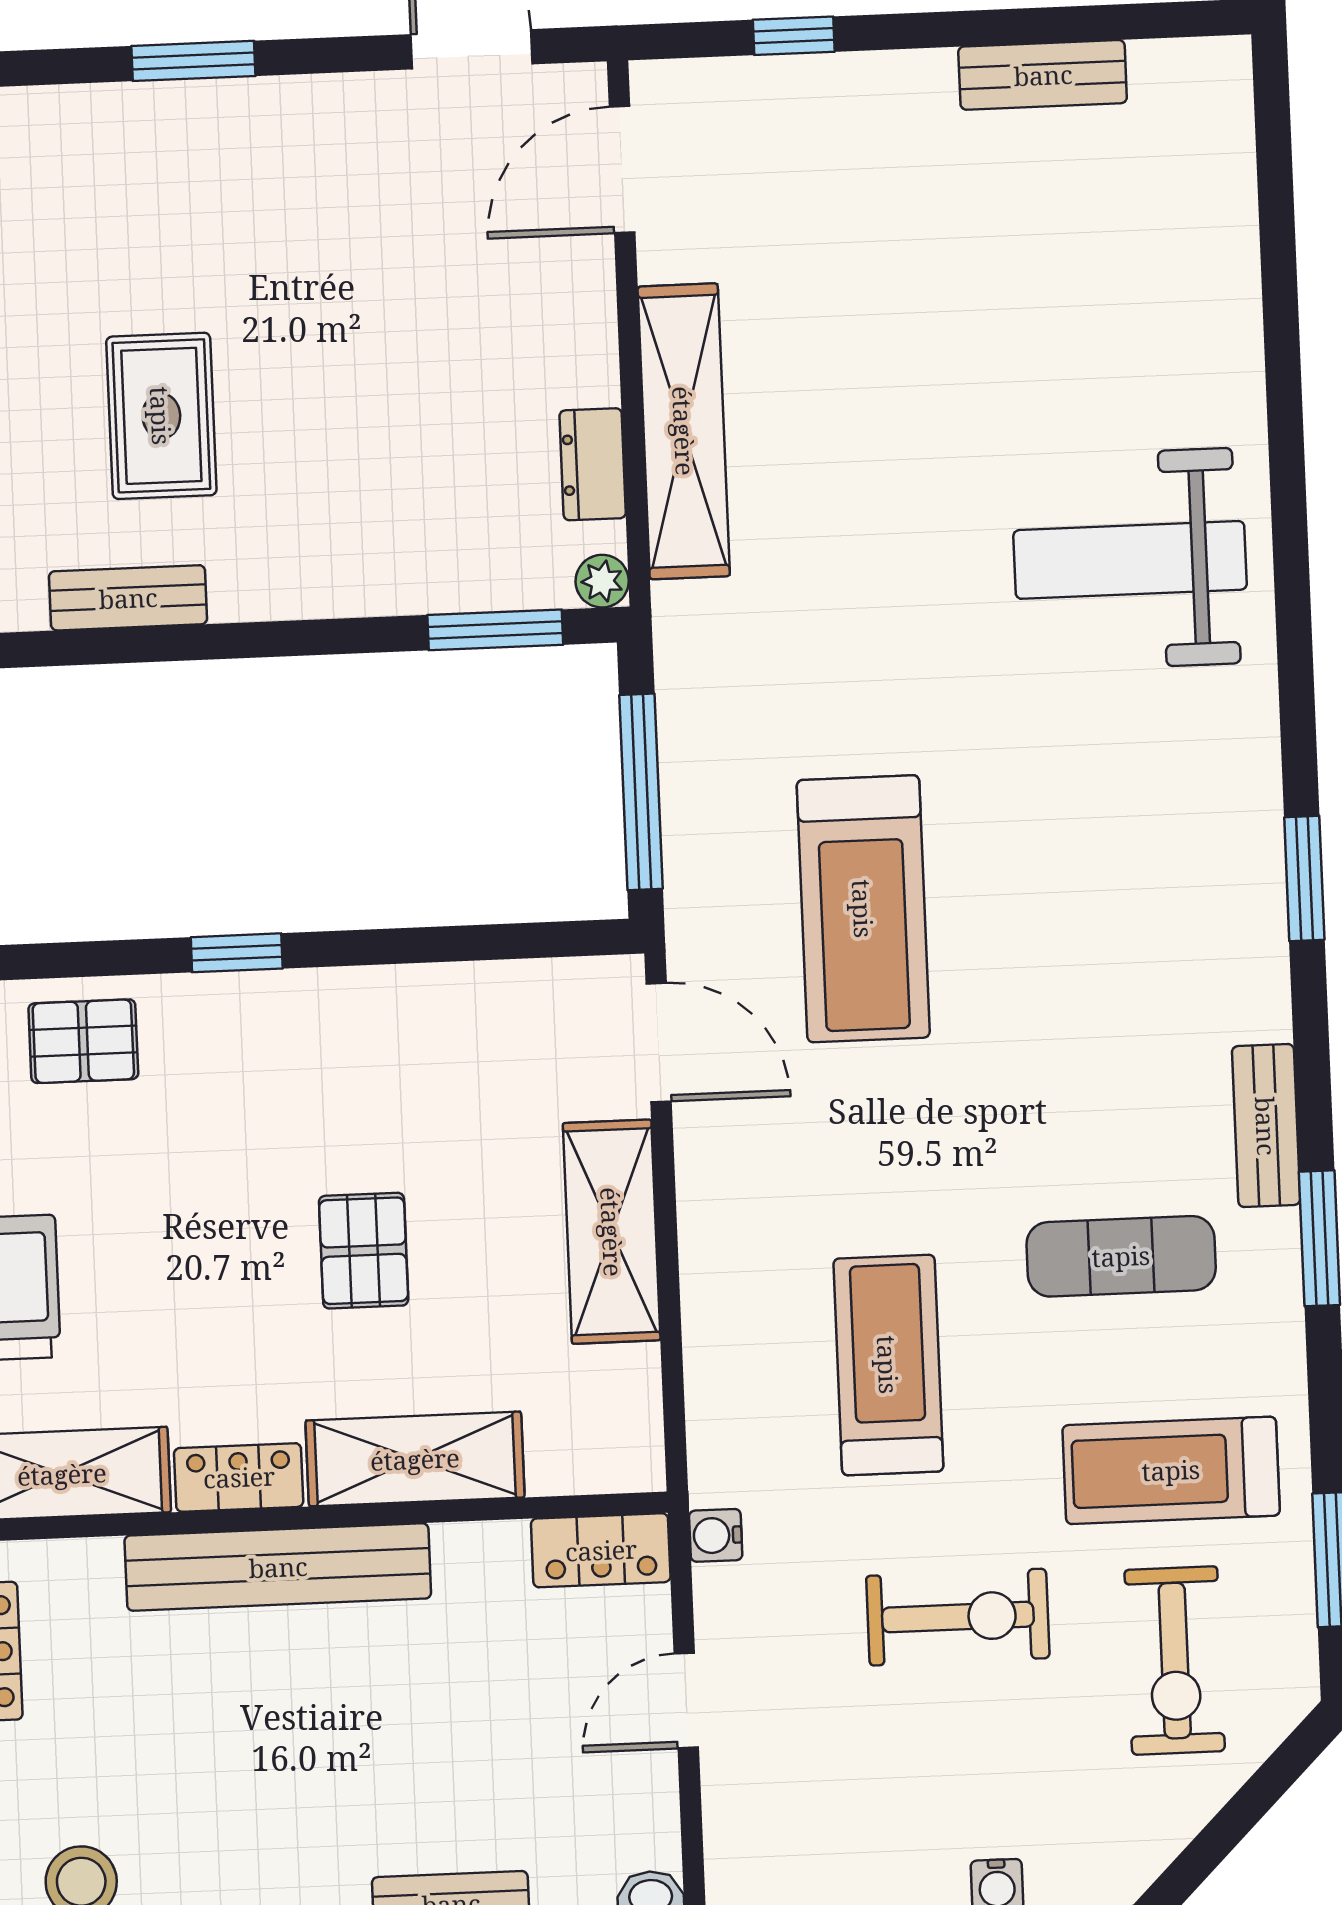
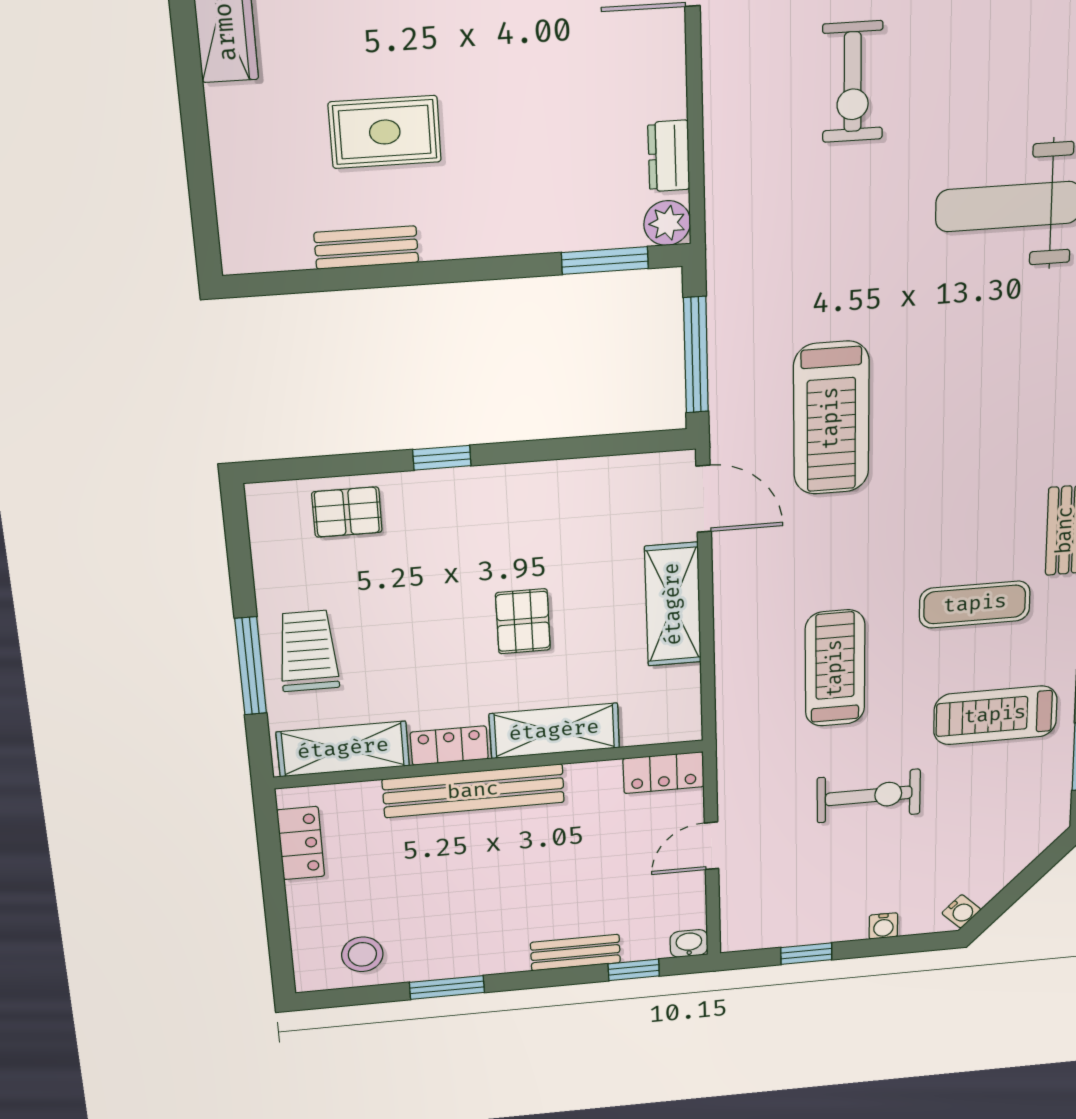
rug: (161, 416) -> (385, 132), turned 90
shelving: (684, 431) -> (728, 134), removed
plant: (602, 581) -> (667, 223), width x1.38, depth x1.38
water cooler: (716, 1535) -> (961, 911), moved, turned -135
exercise bike: (1175, 1661) -> (853, 82), moved

